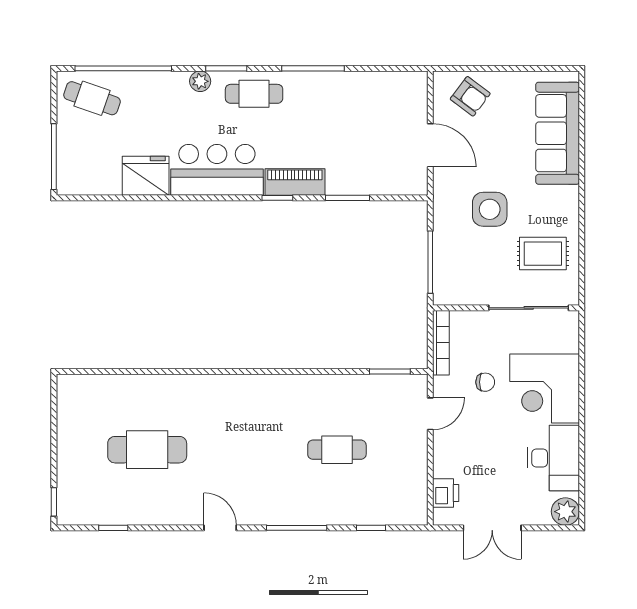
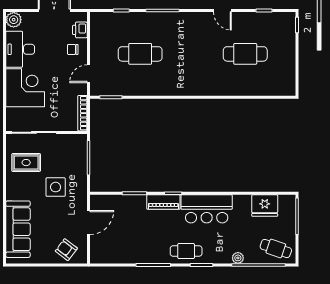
plant: (200, 81) -> (238, 258), moved
door: (430, 145) -> (88, 223), swing flipped
fridge: (146, 176) -> (265, 206), moved
chair: (485, 382) -> (73, 49), moved
cafe table: (337, 450) -> (140, 54), width x1.37, depth x1.35
door: (220, 528) -> (222, 11), moved

